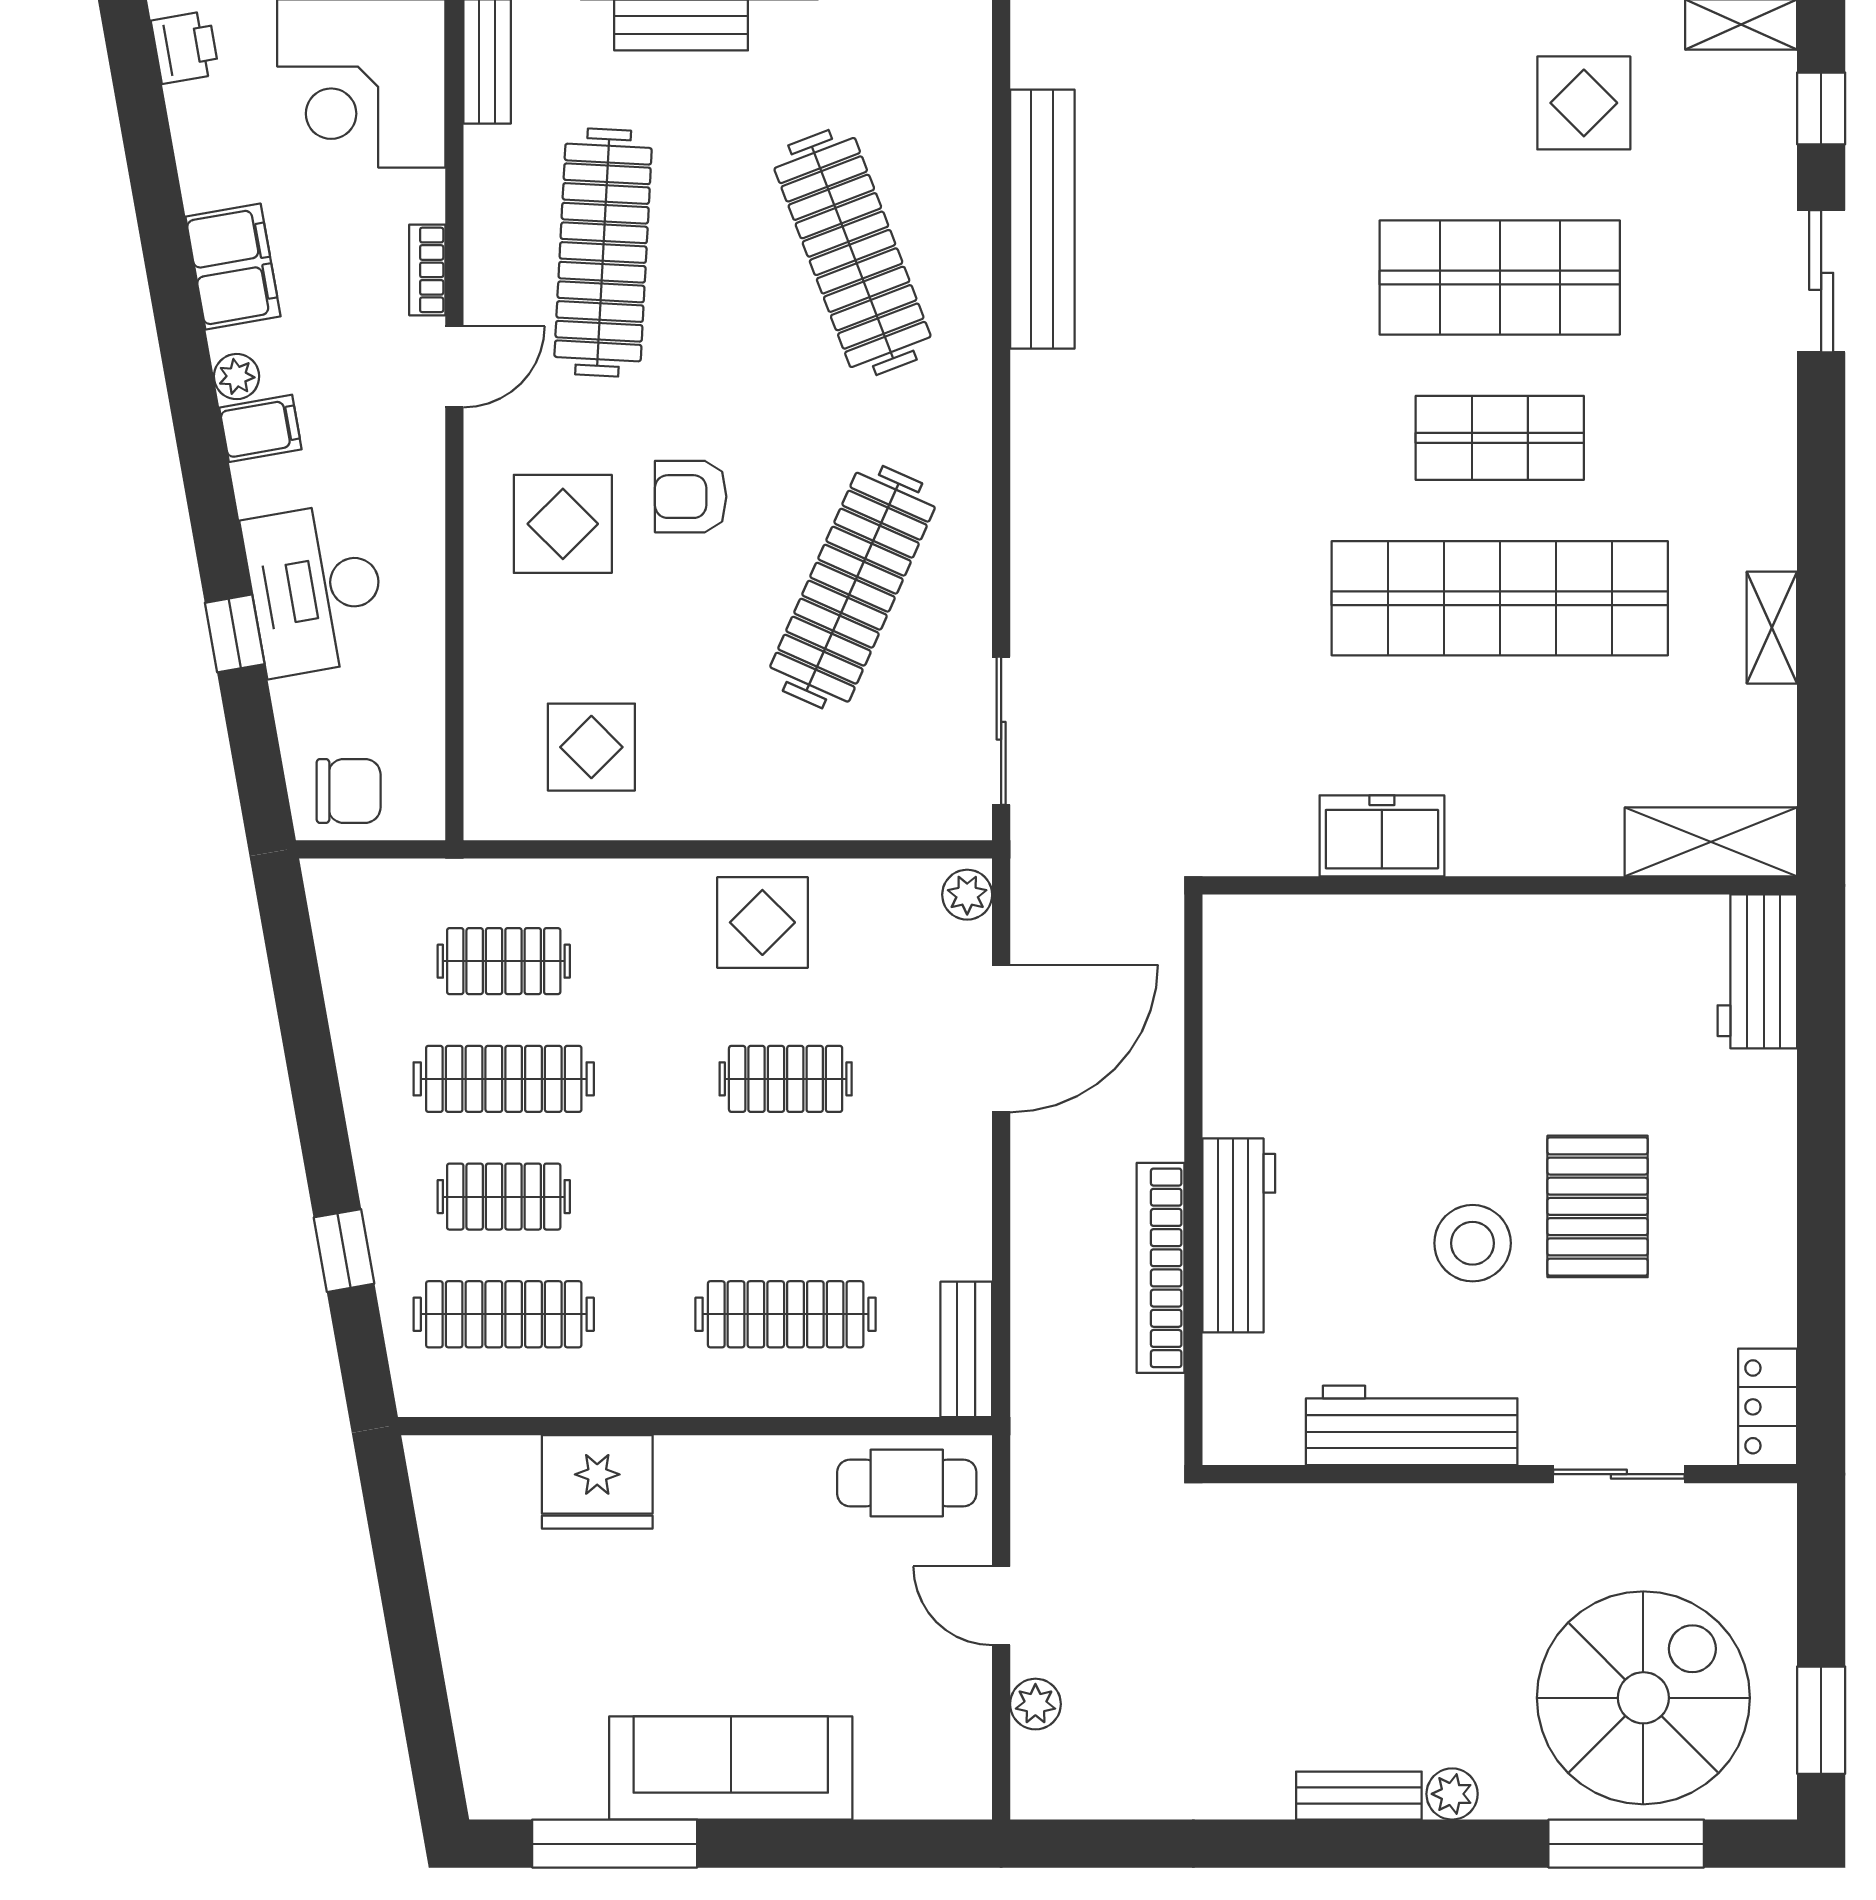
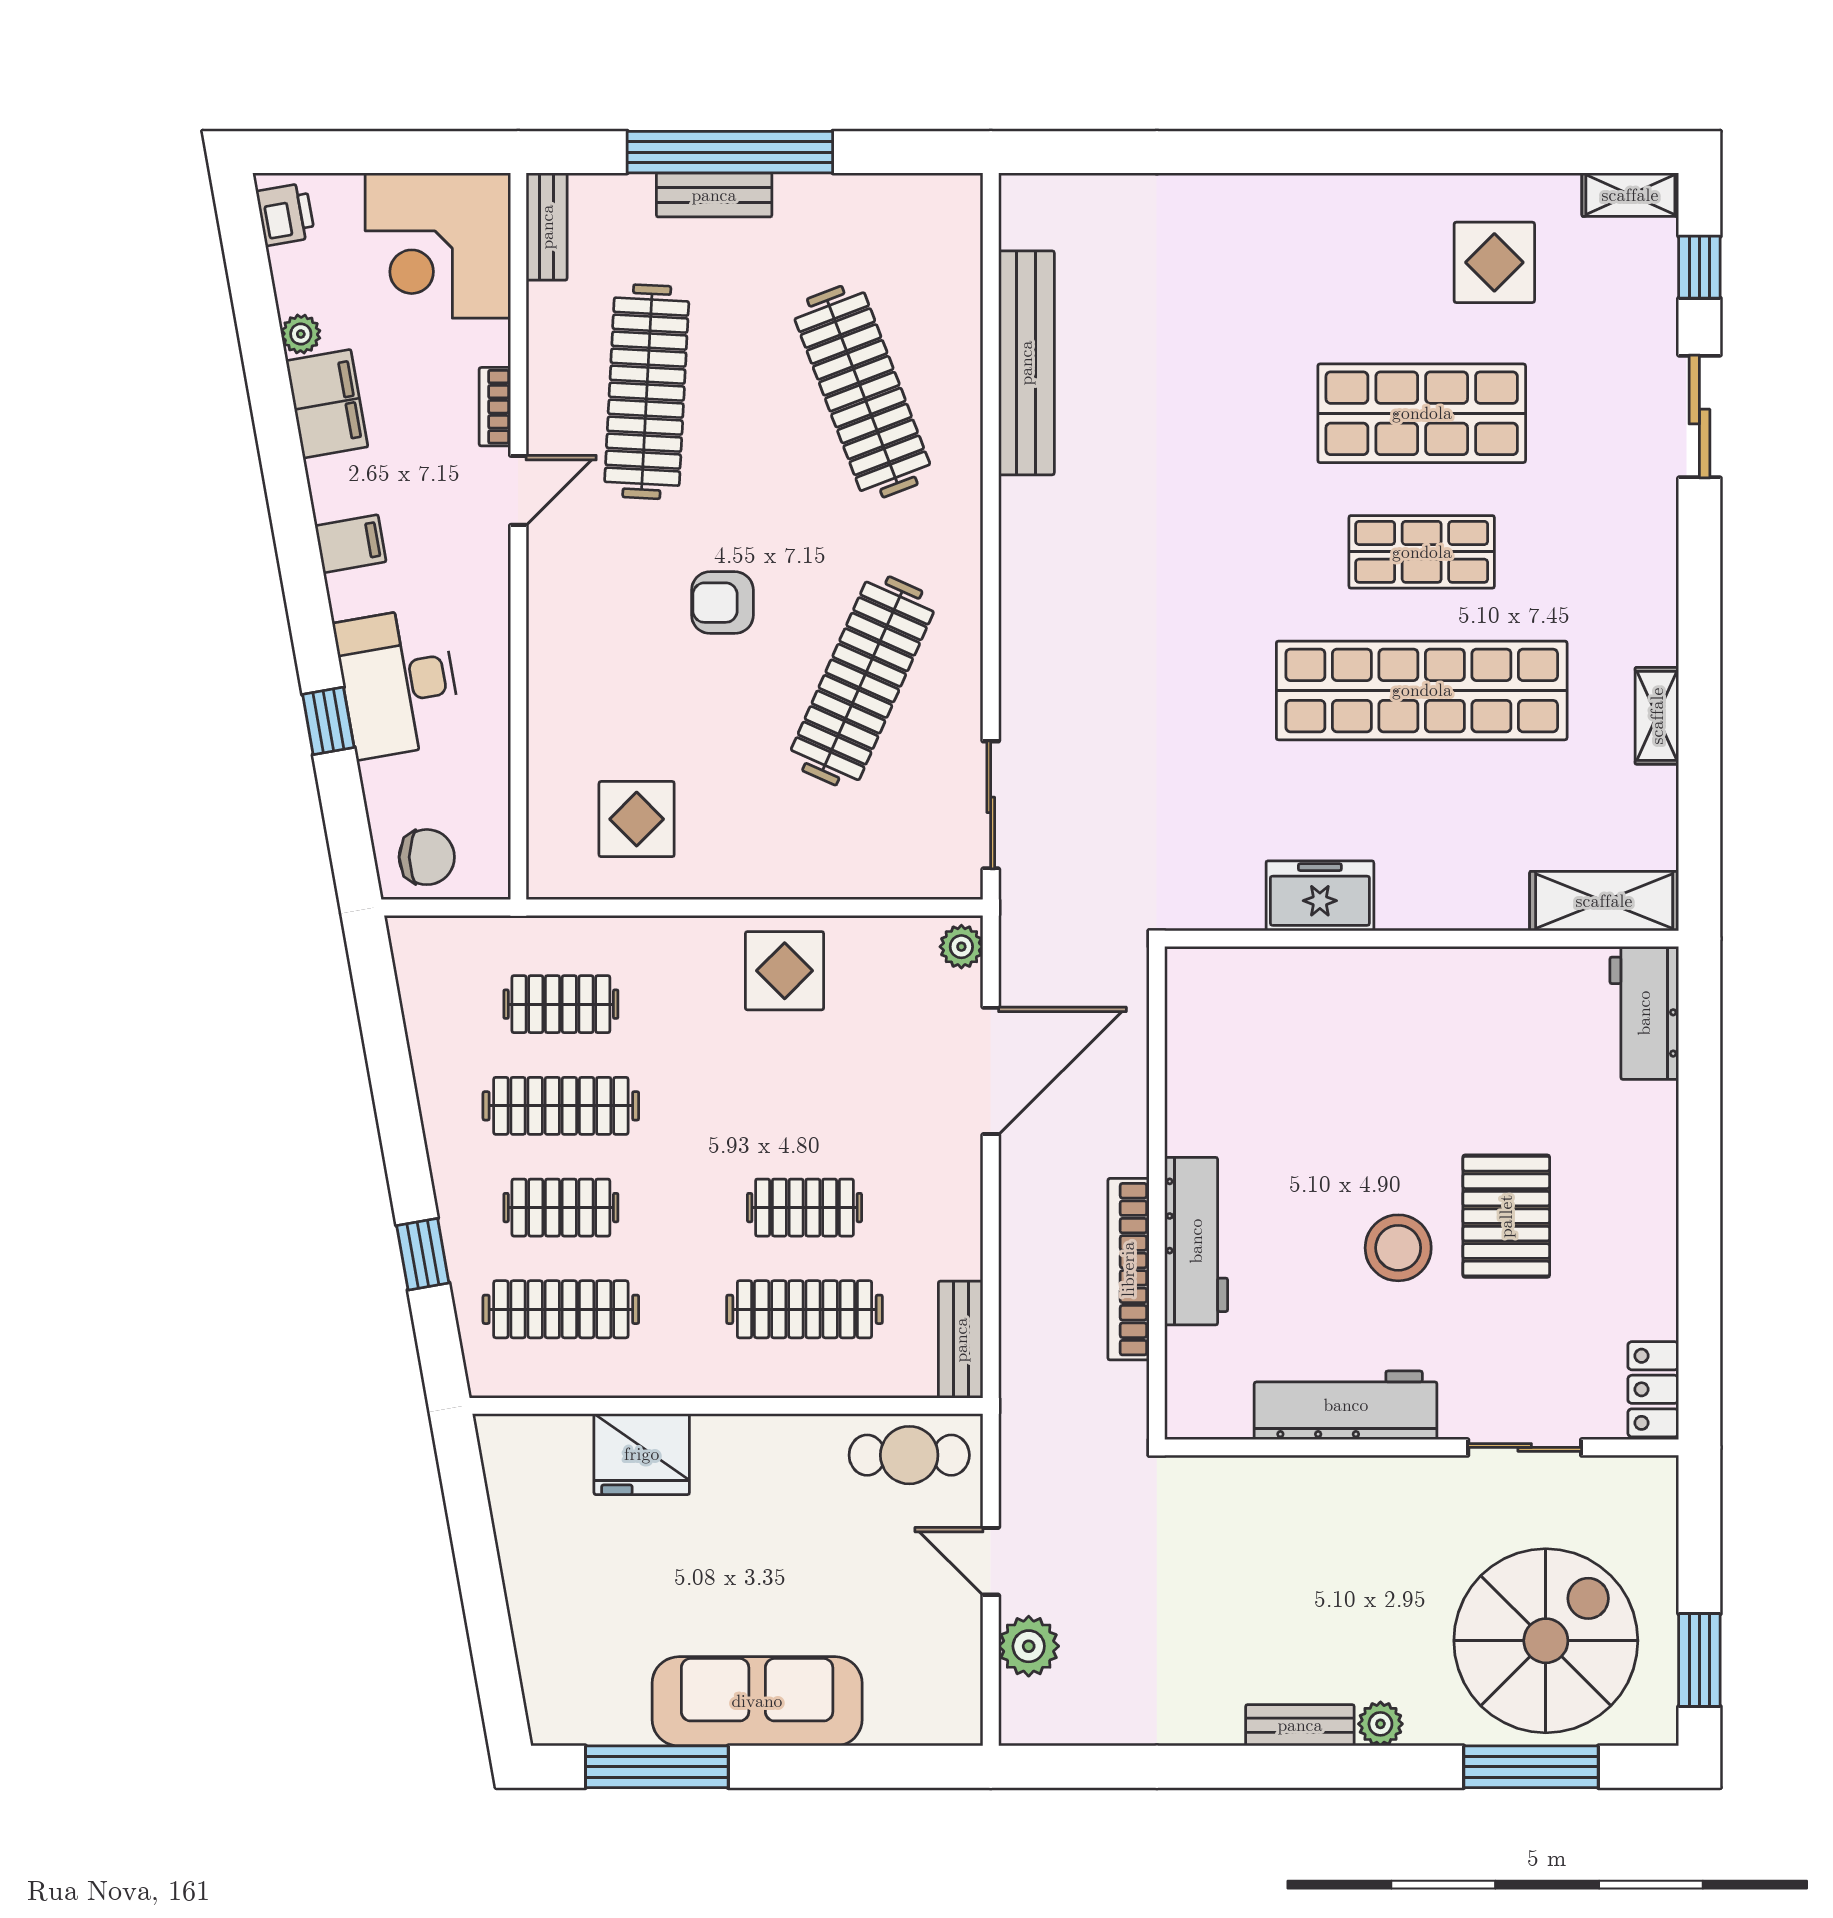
plant: (237, 377) -> (301, 334), moved
display table: (563, 524) -> (612, 626), removed
clothes rail: (786, 1079) -> (804, 1208), moved
plant: (1035, 1704) -> (1029, 1646), width x1.38, depth x1.38

